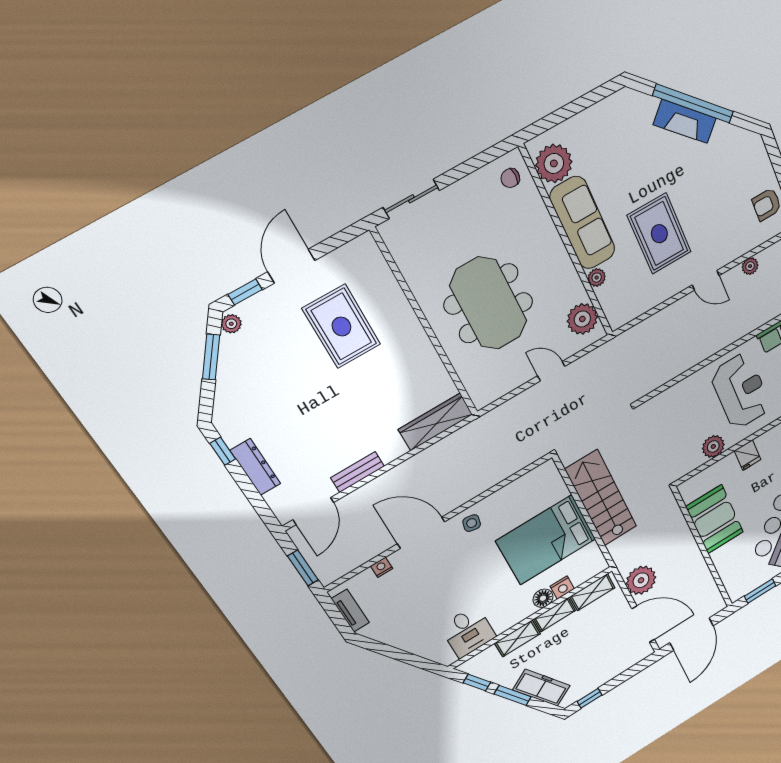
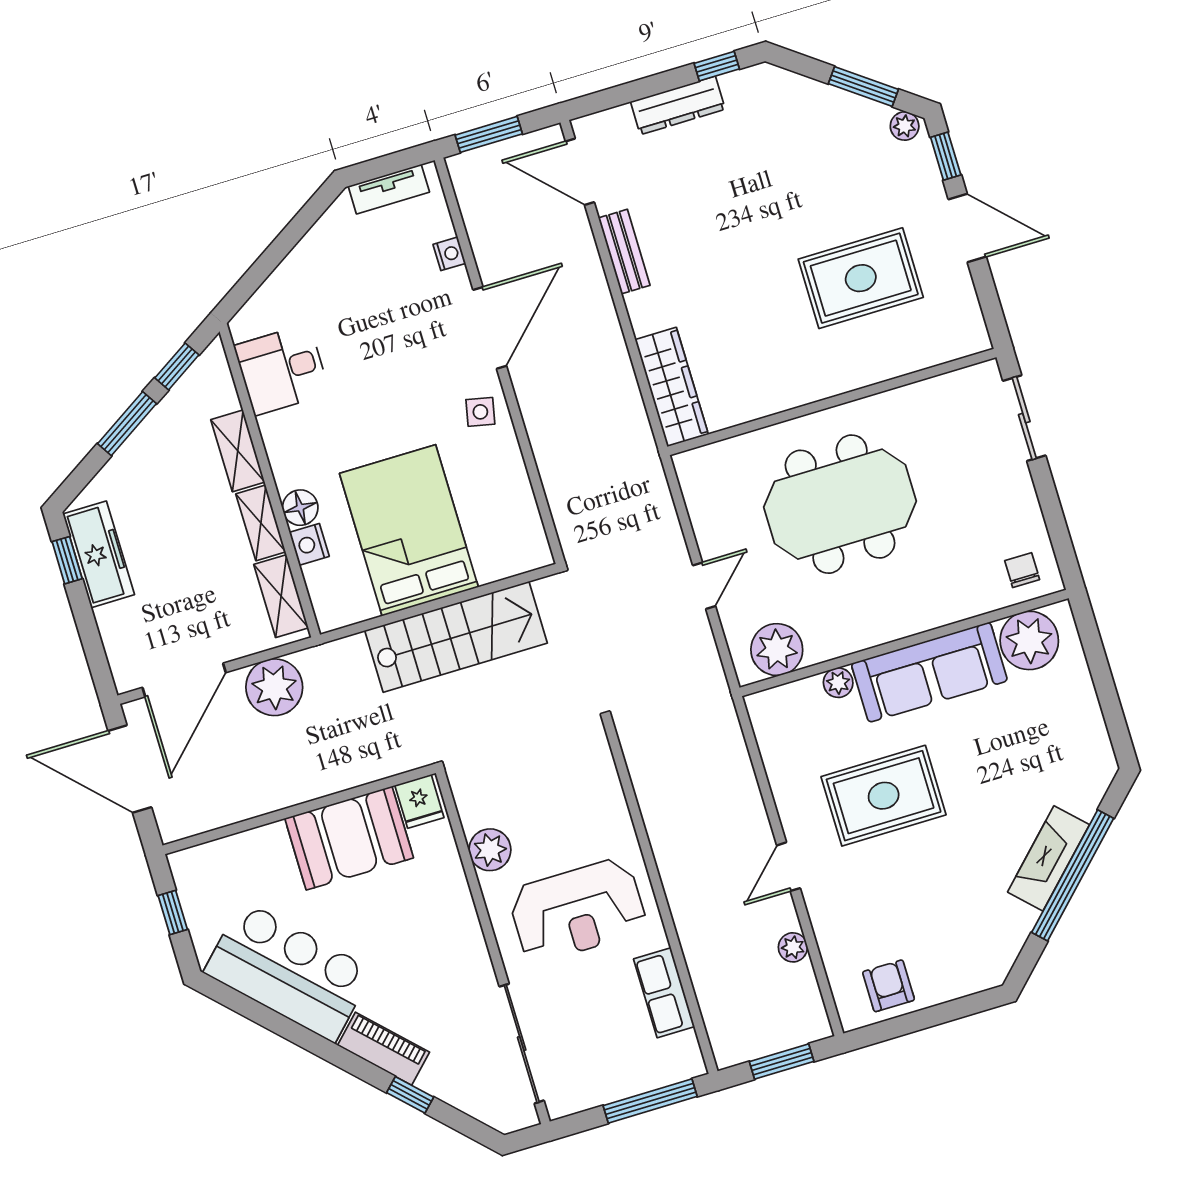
fridge: (748, 455) -> (419, 801), moved, turned -90
window: (760, 591) -> (173, 912), width x0.67
freezer: (542, 688) -> (99, 554), moved, turned -58

